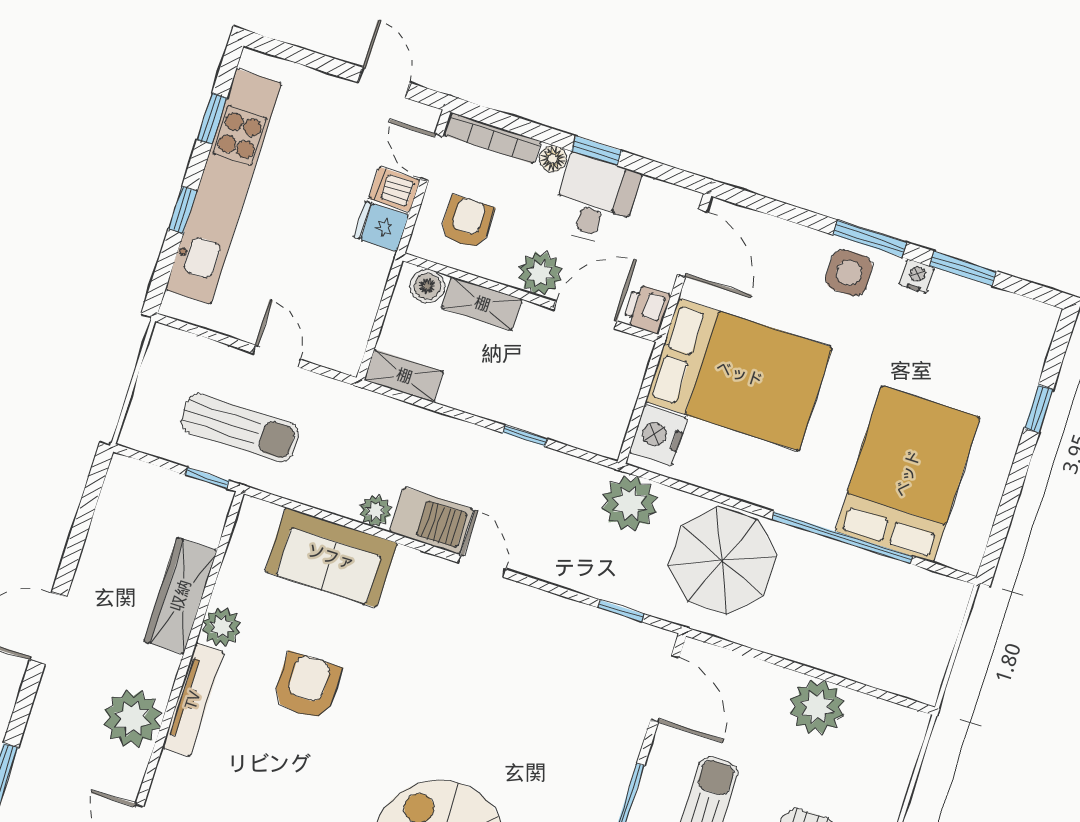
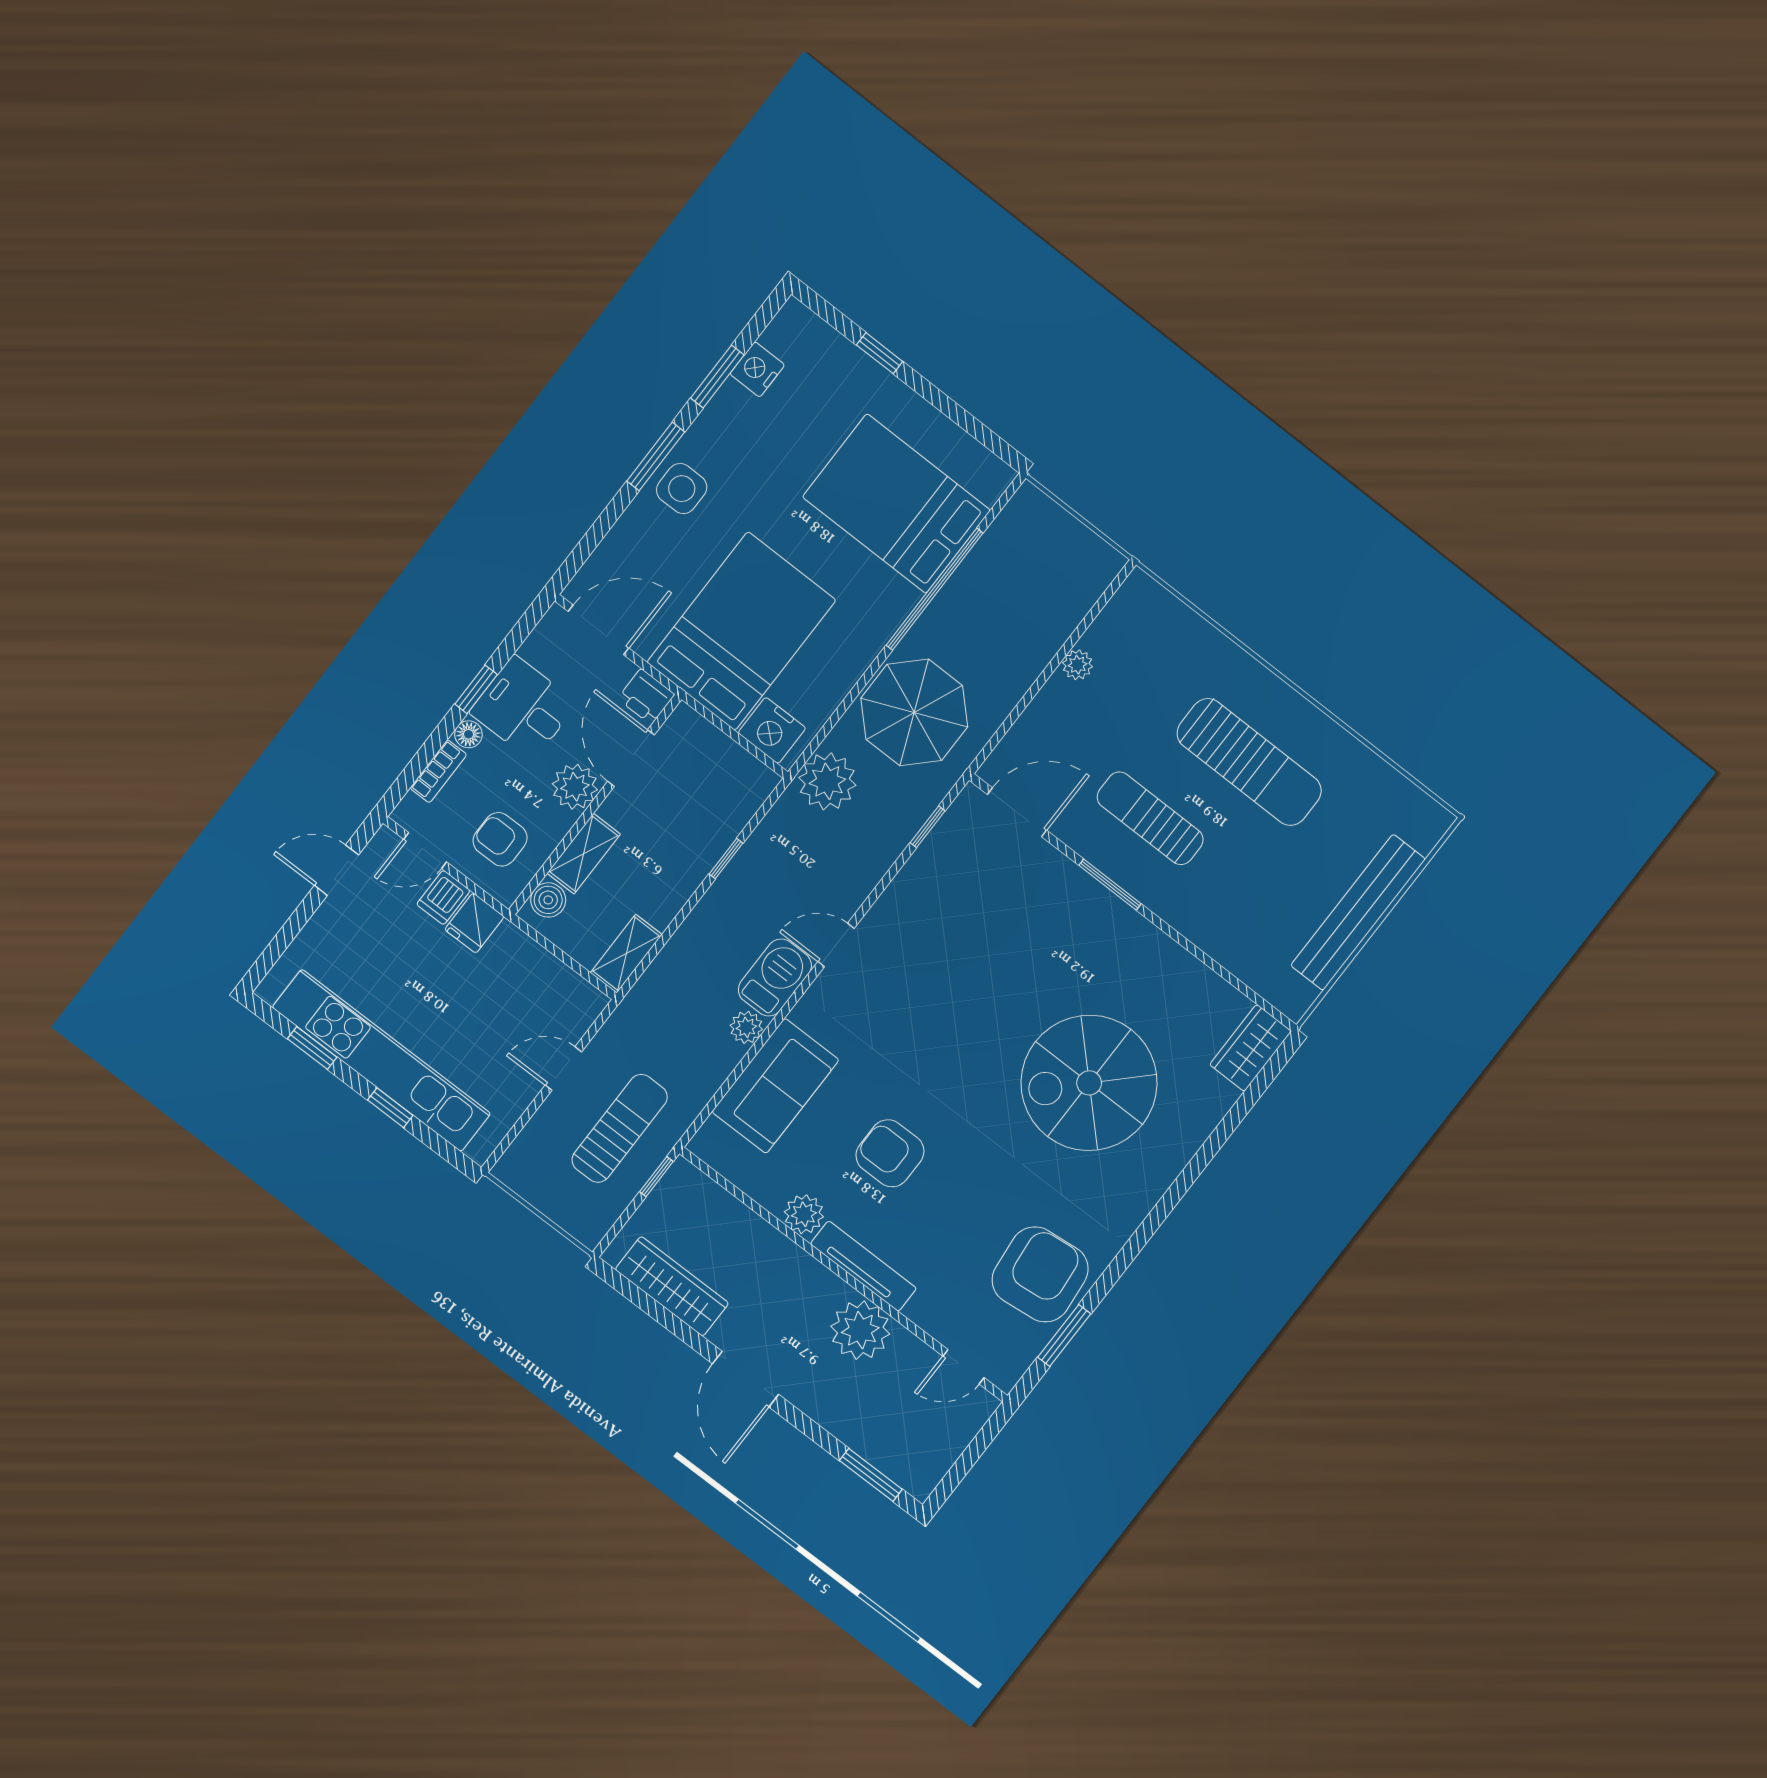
bookcase: (493, 138) -> (438, 771), width x0.64
nightstand: (917, 276) -> (757, 369), moved, width x1.39, depth x1.35
wardrobe: (181, 596) -> (672, 1286), moved, turned 180
plant: (817, 707) -> (1077, 665), width x0.53, depth x0.53

